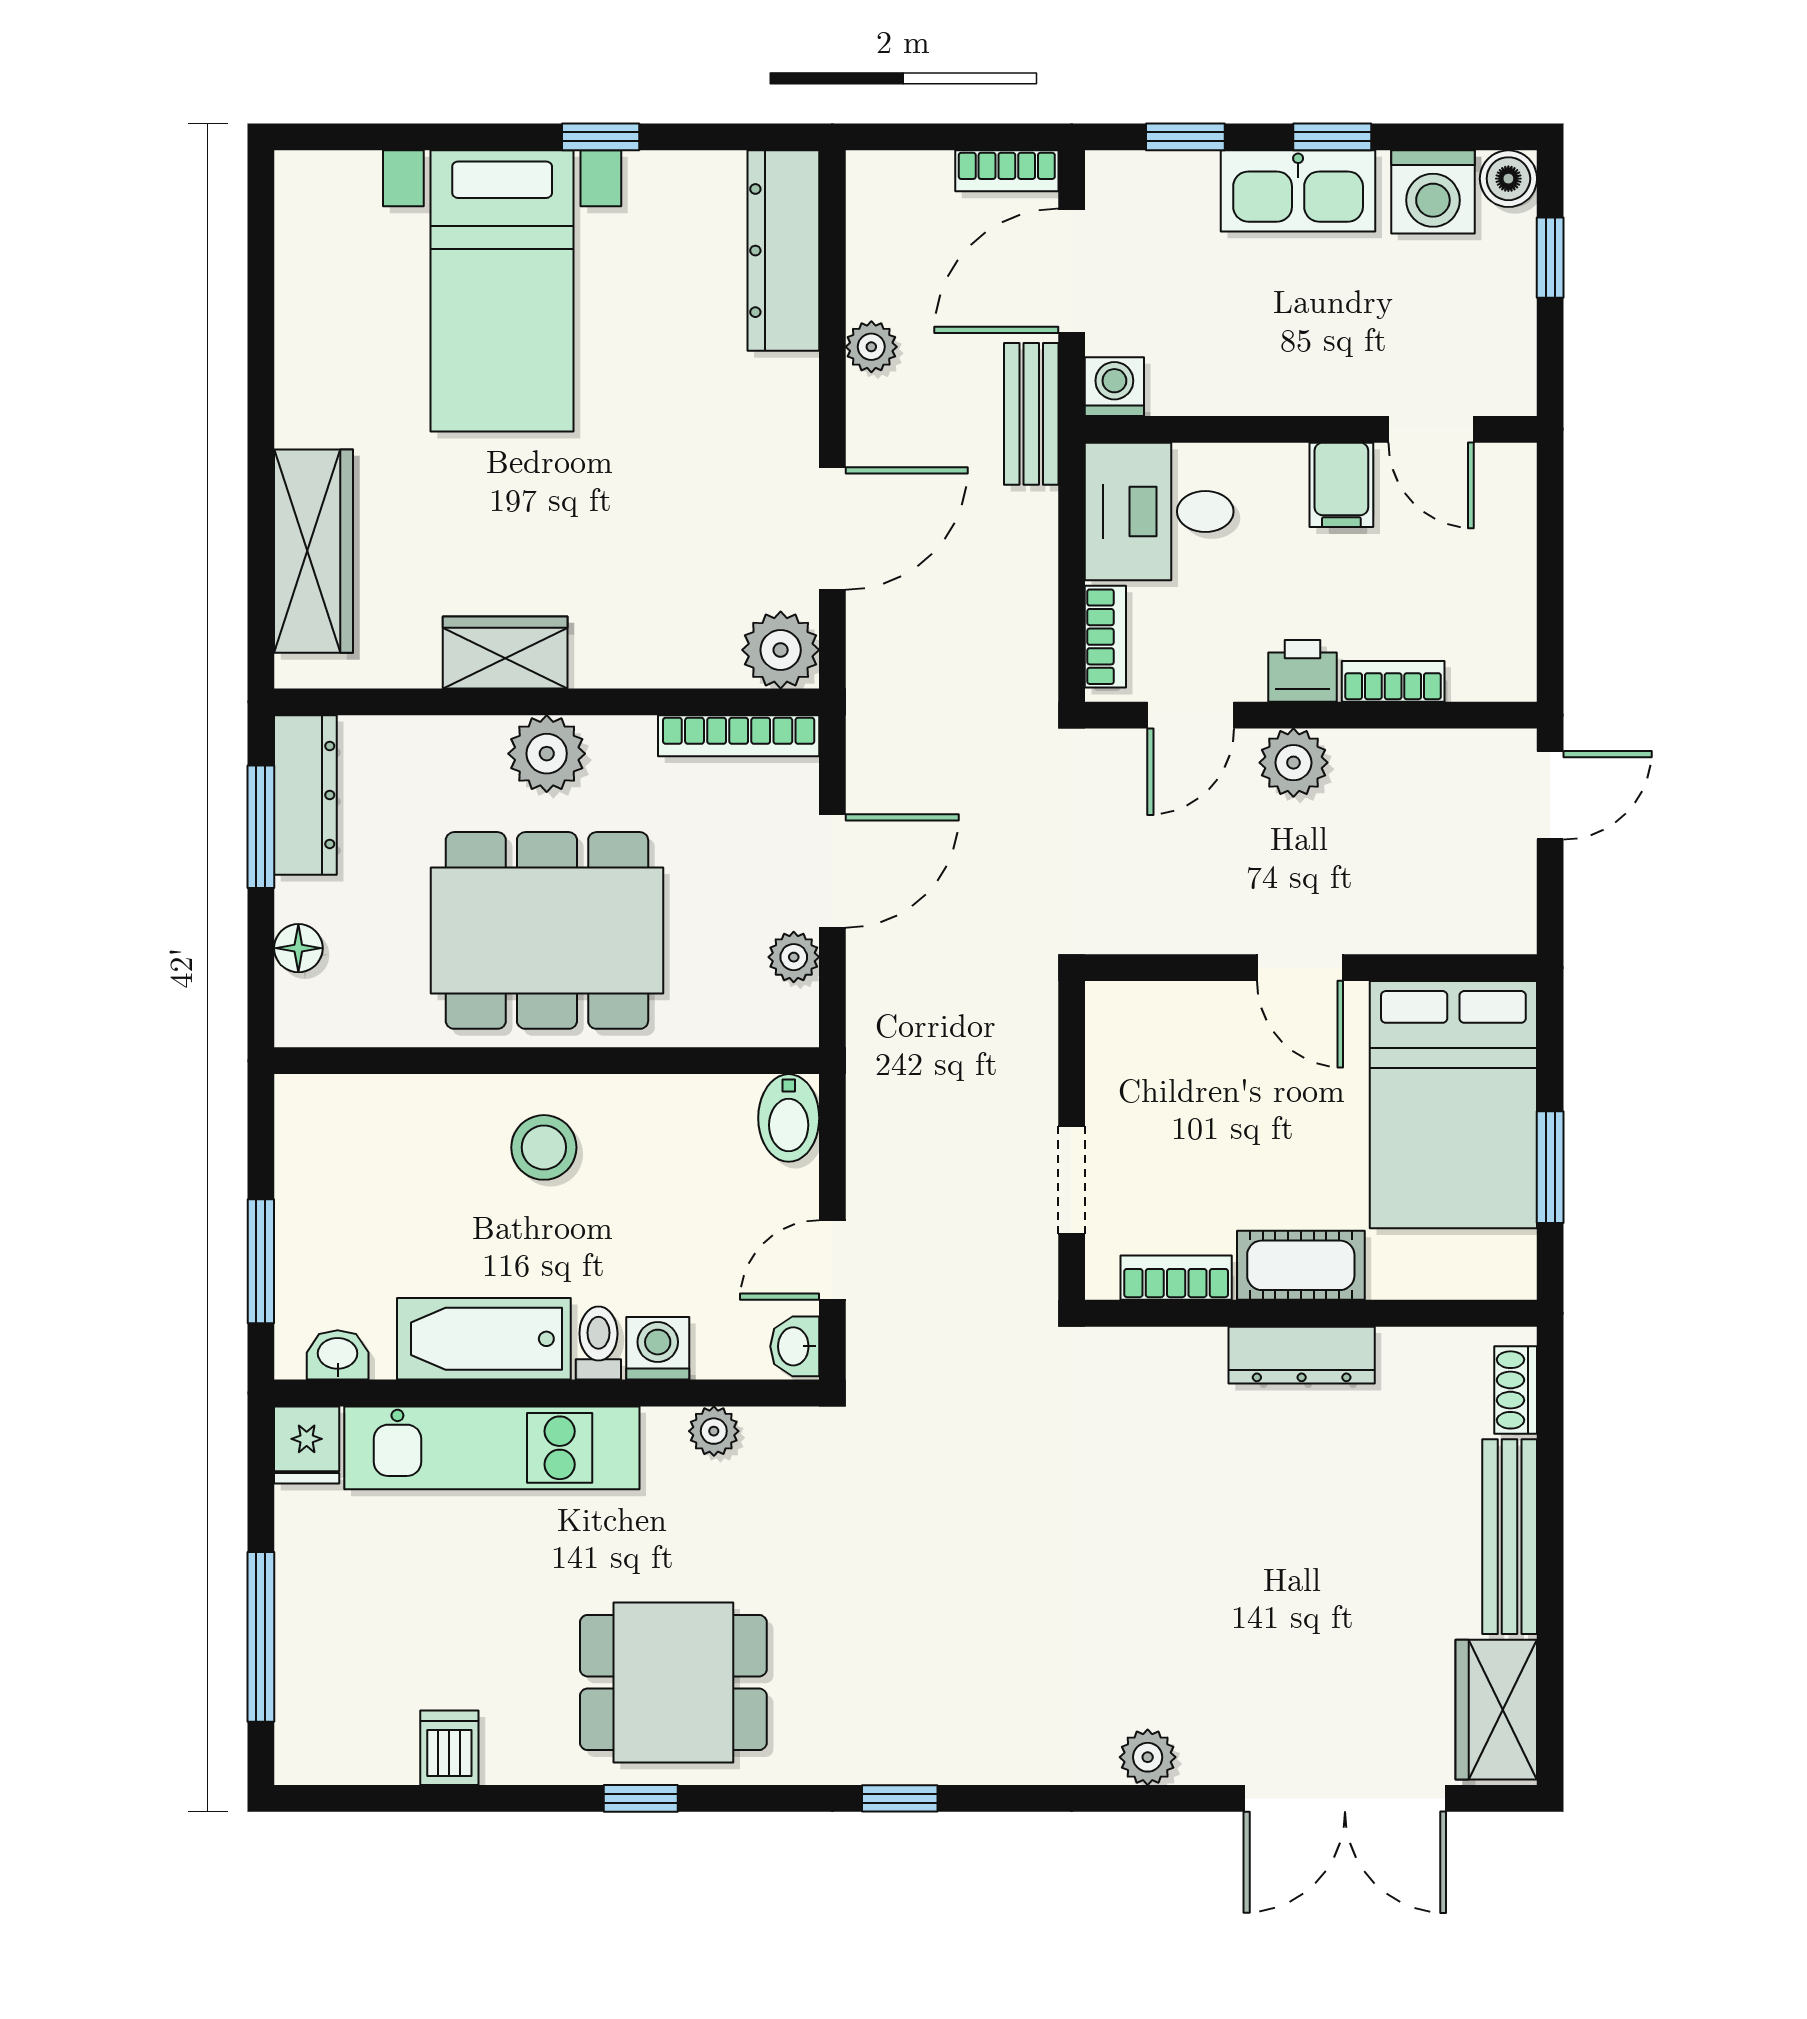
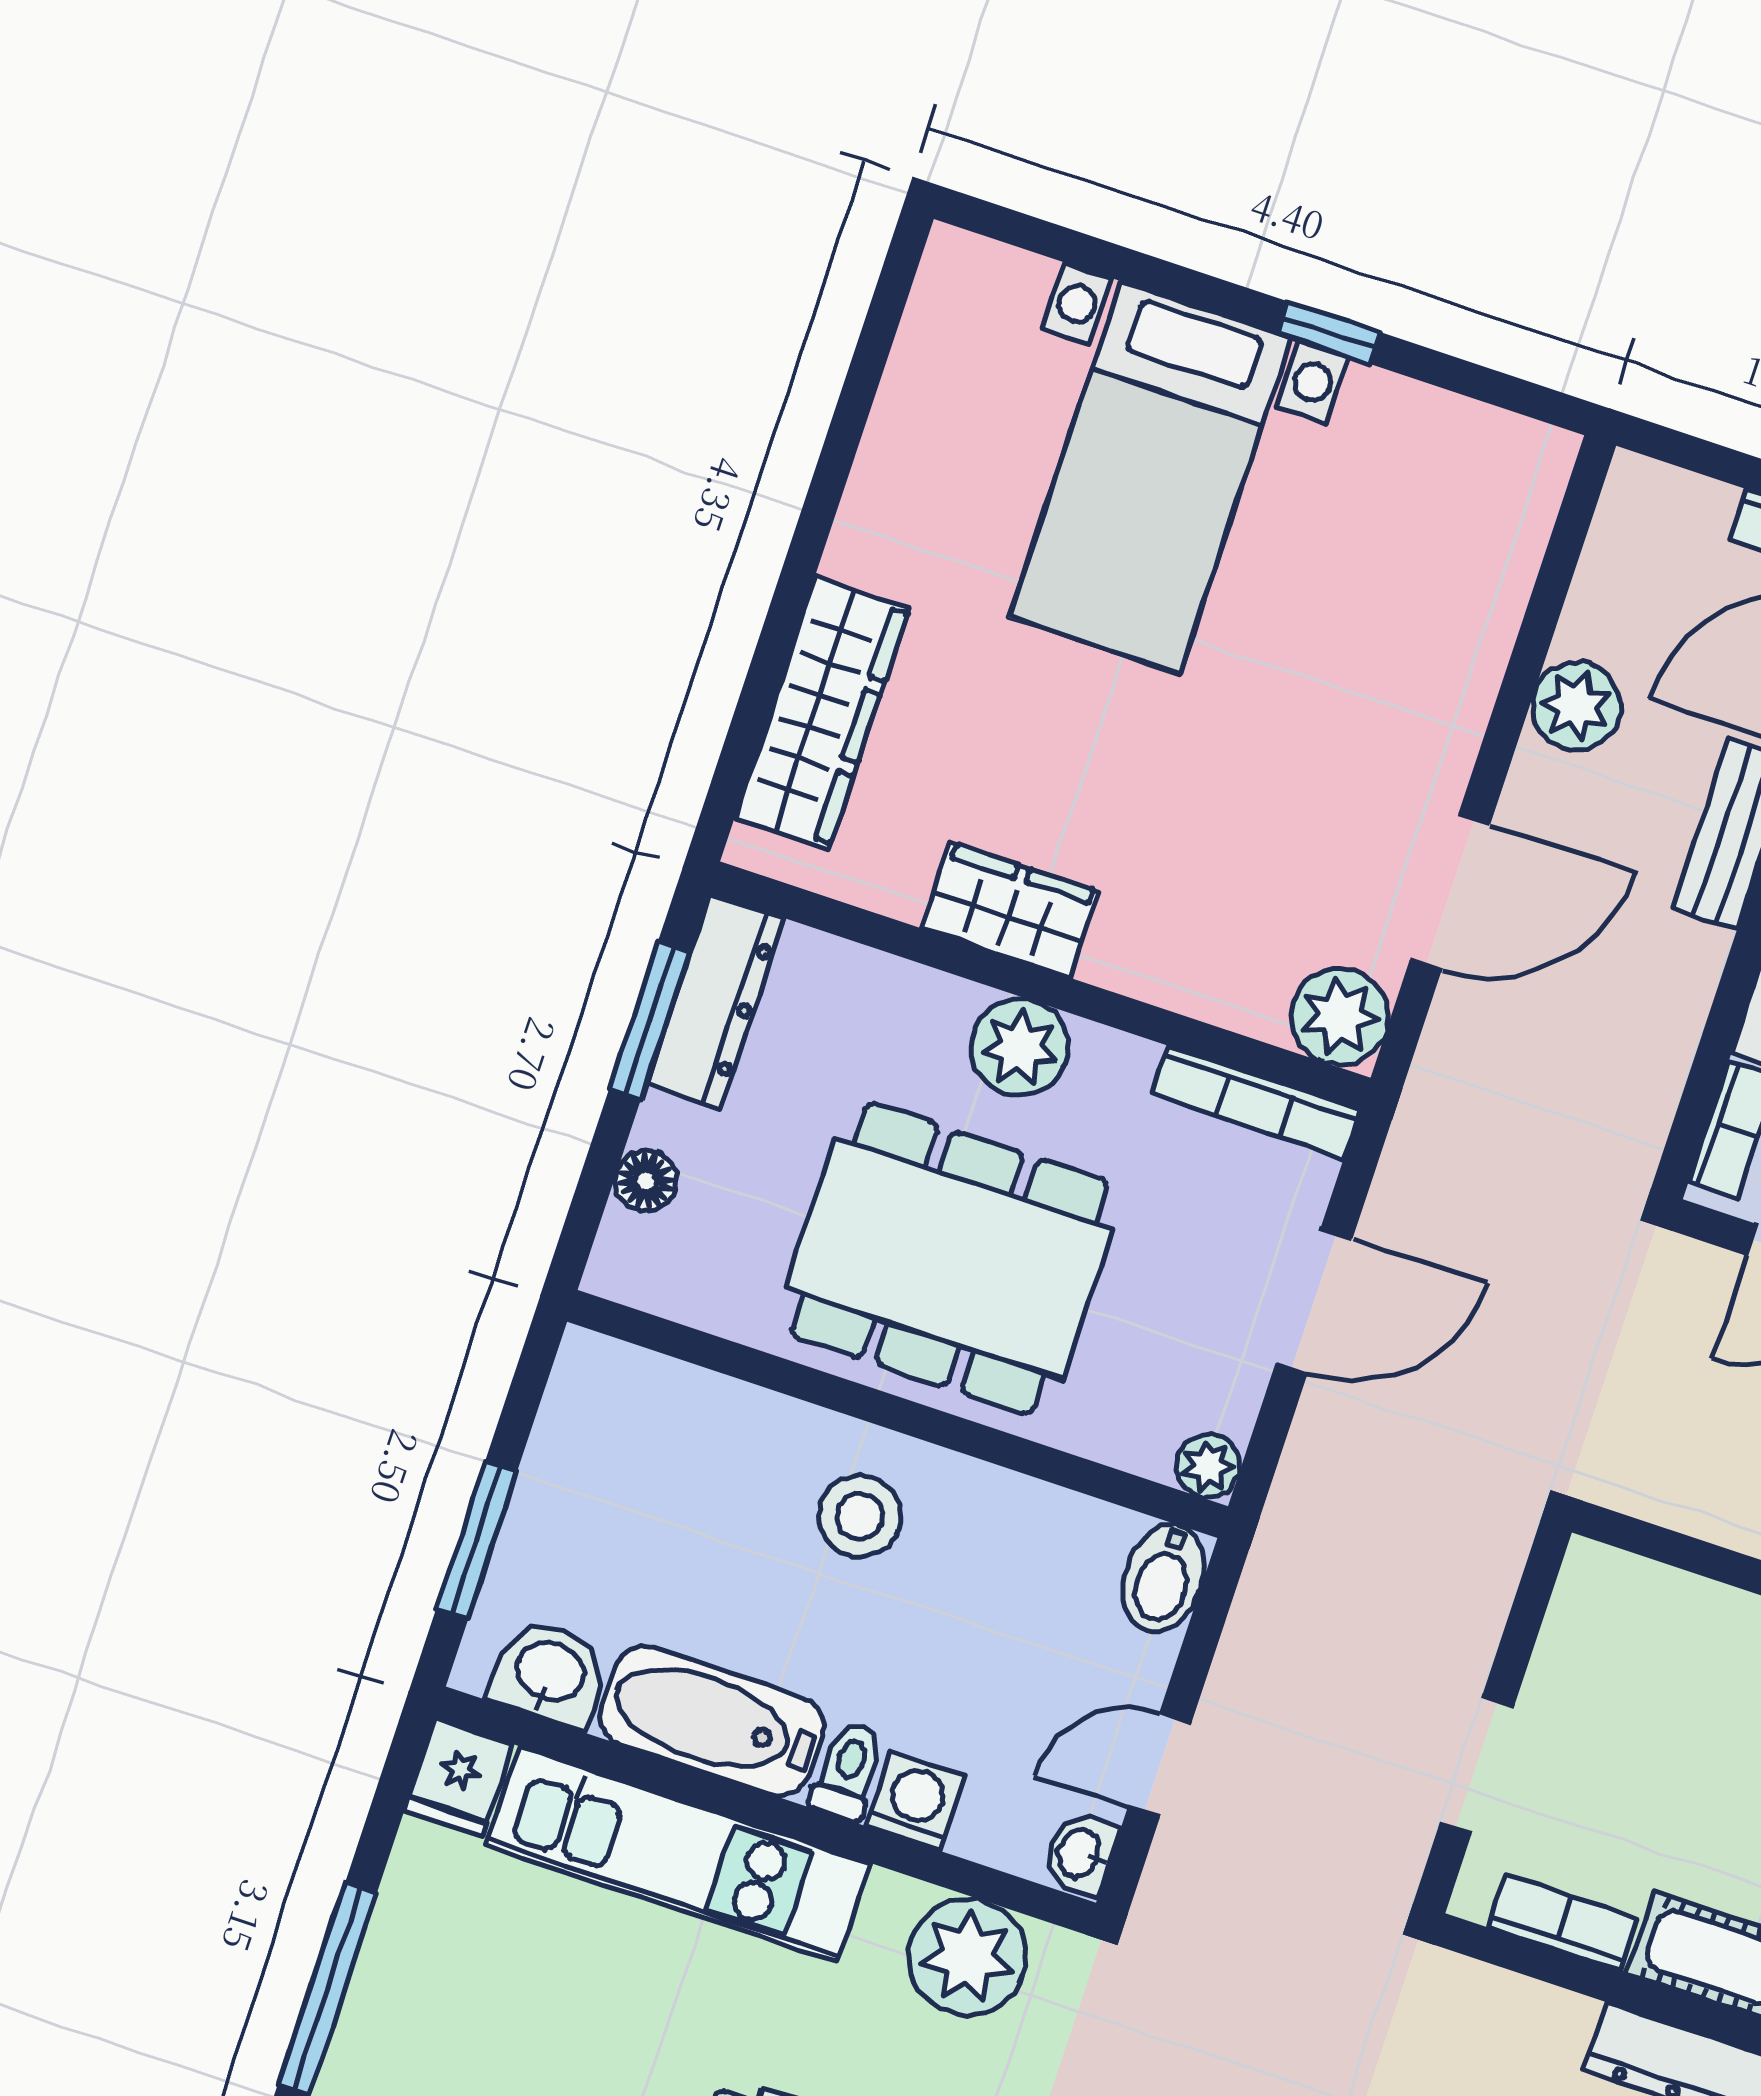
dresser: (783, 251) -> (1502, 541), removed
plant: (871, 347) -> (1576, 706), width x1.38, depth x1.38
plant: (794, 957) -> (1208, 1466), moved
washbasin: (338, 1355) -> (550, 1673), width x1.38, depth x1.45
plant: (714, 1431) -> (967, 1957), width x1.88, depth x1.88

